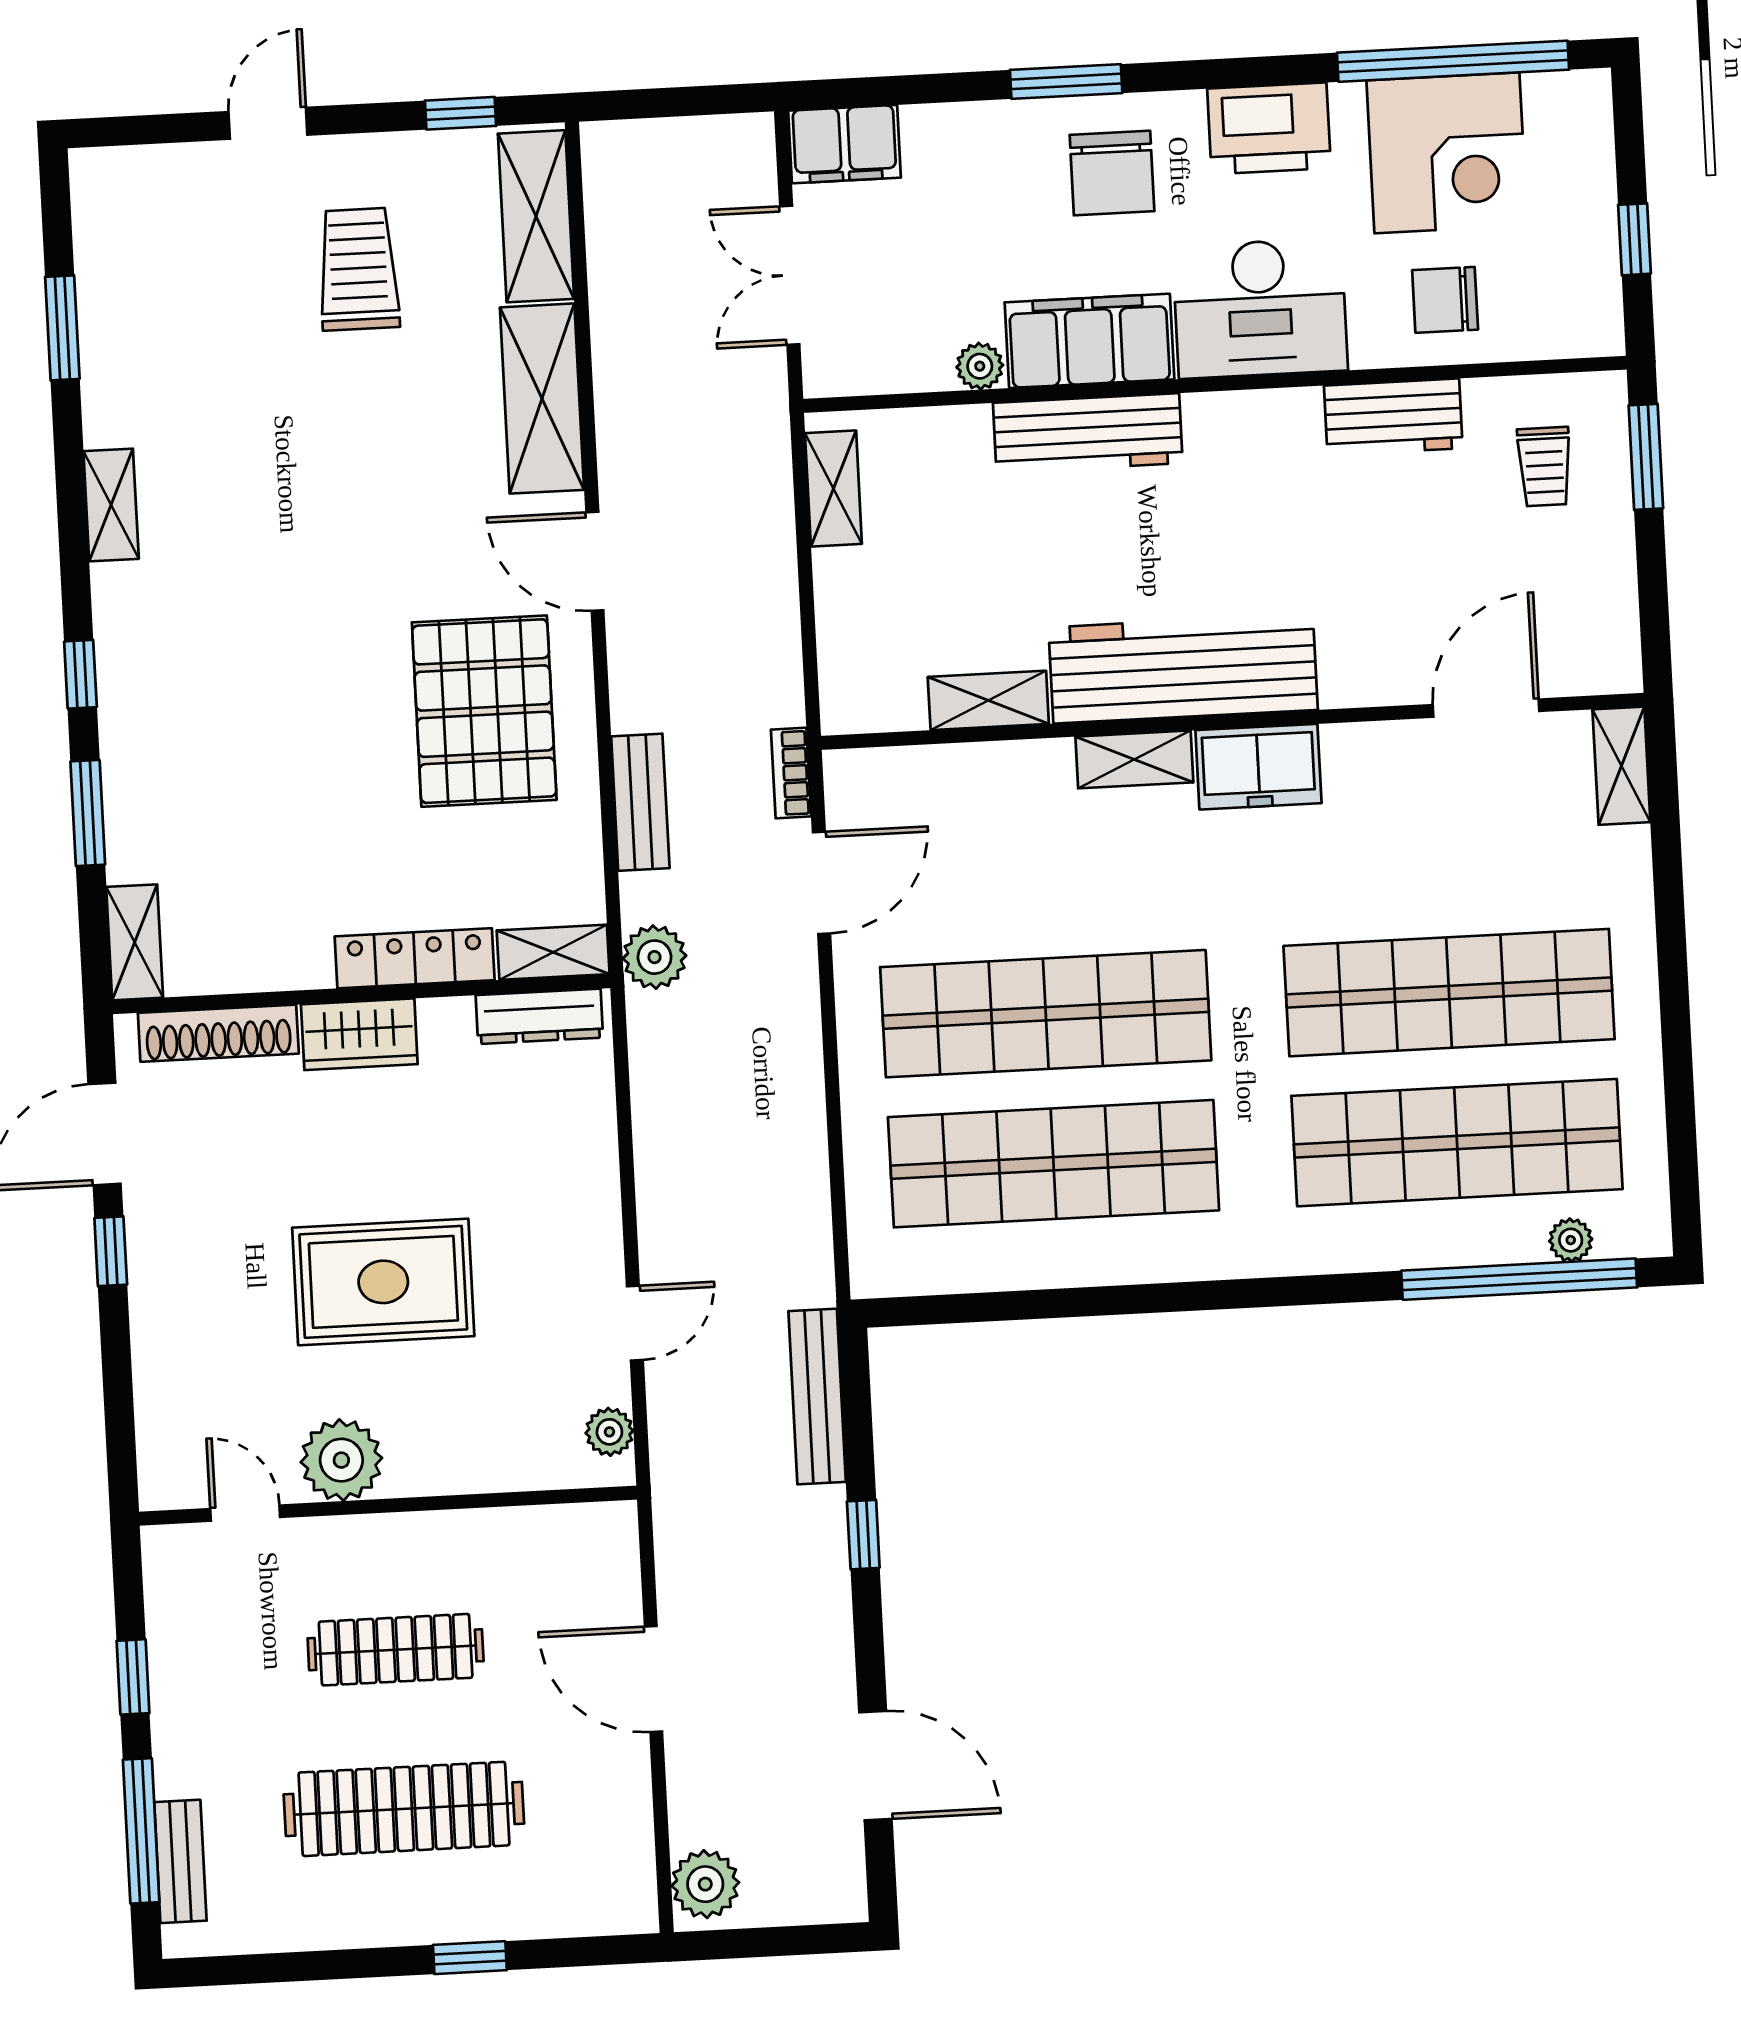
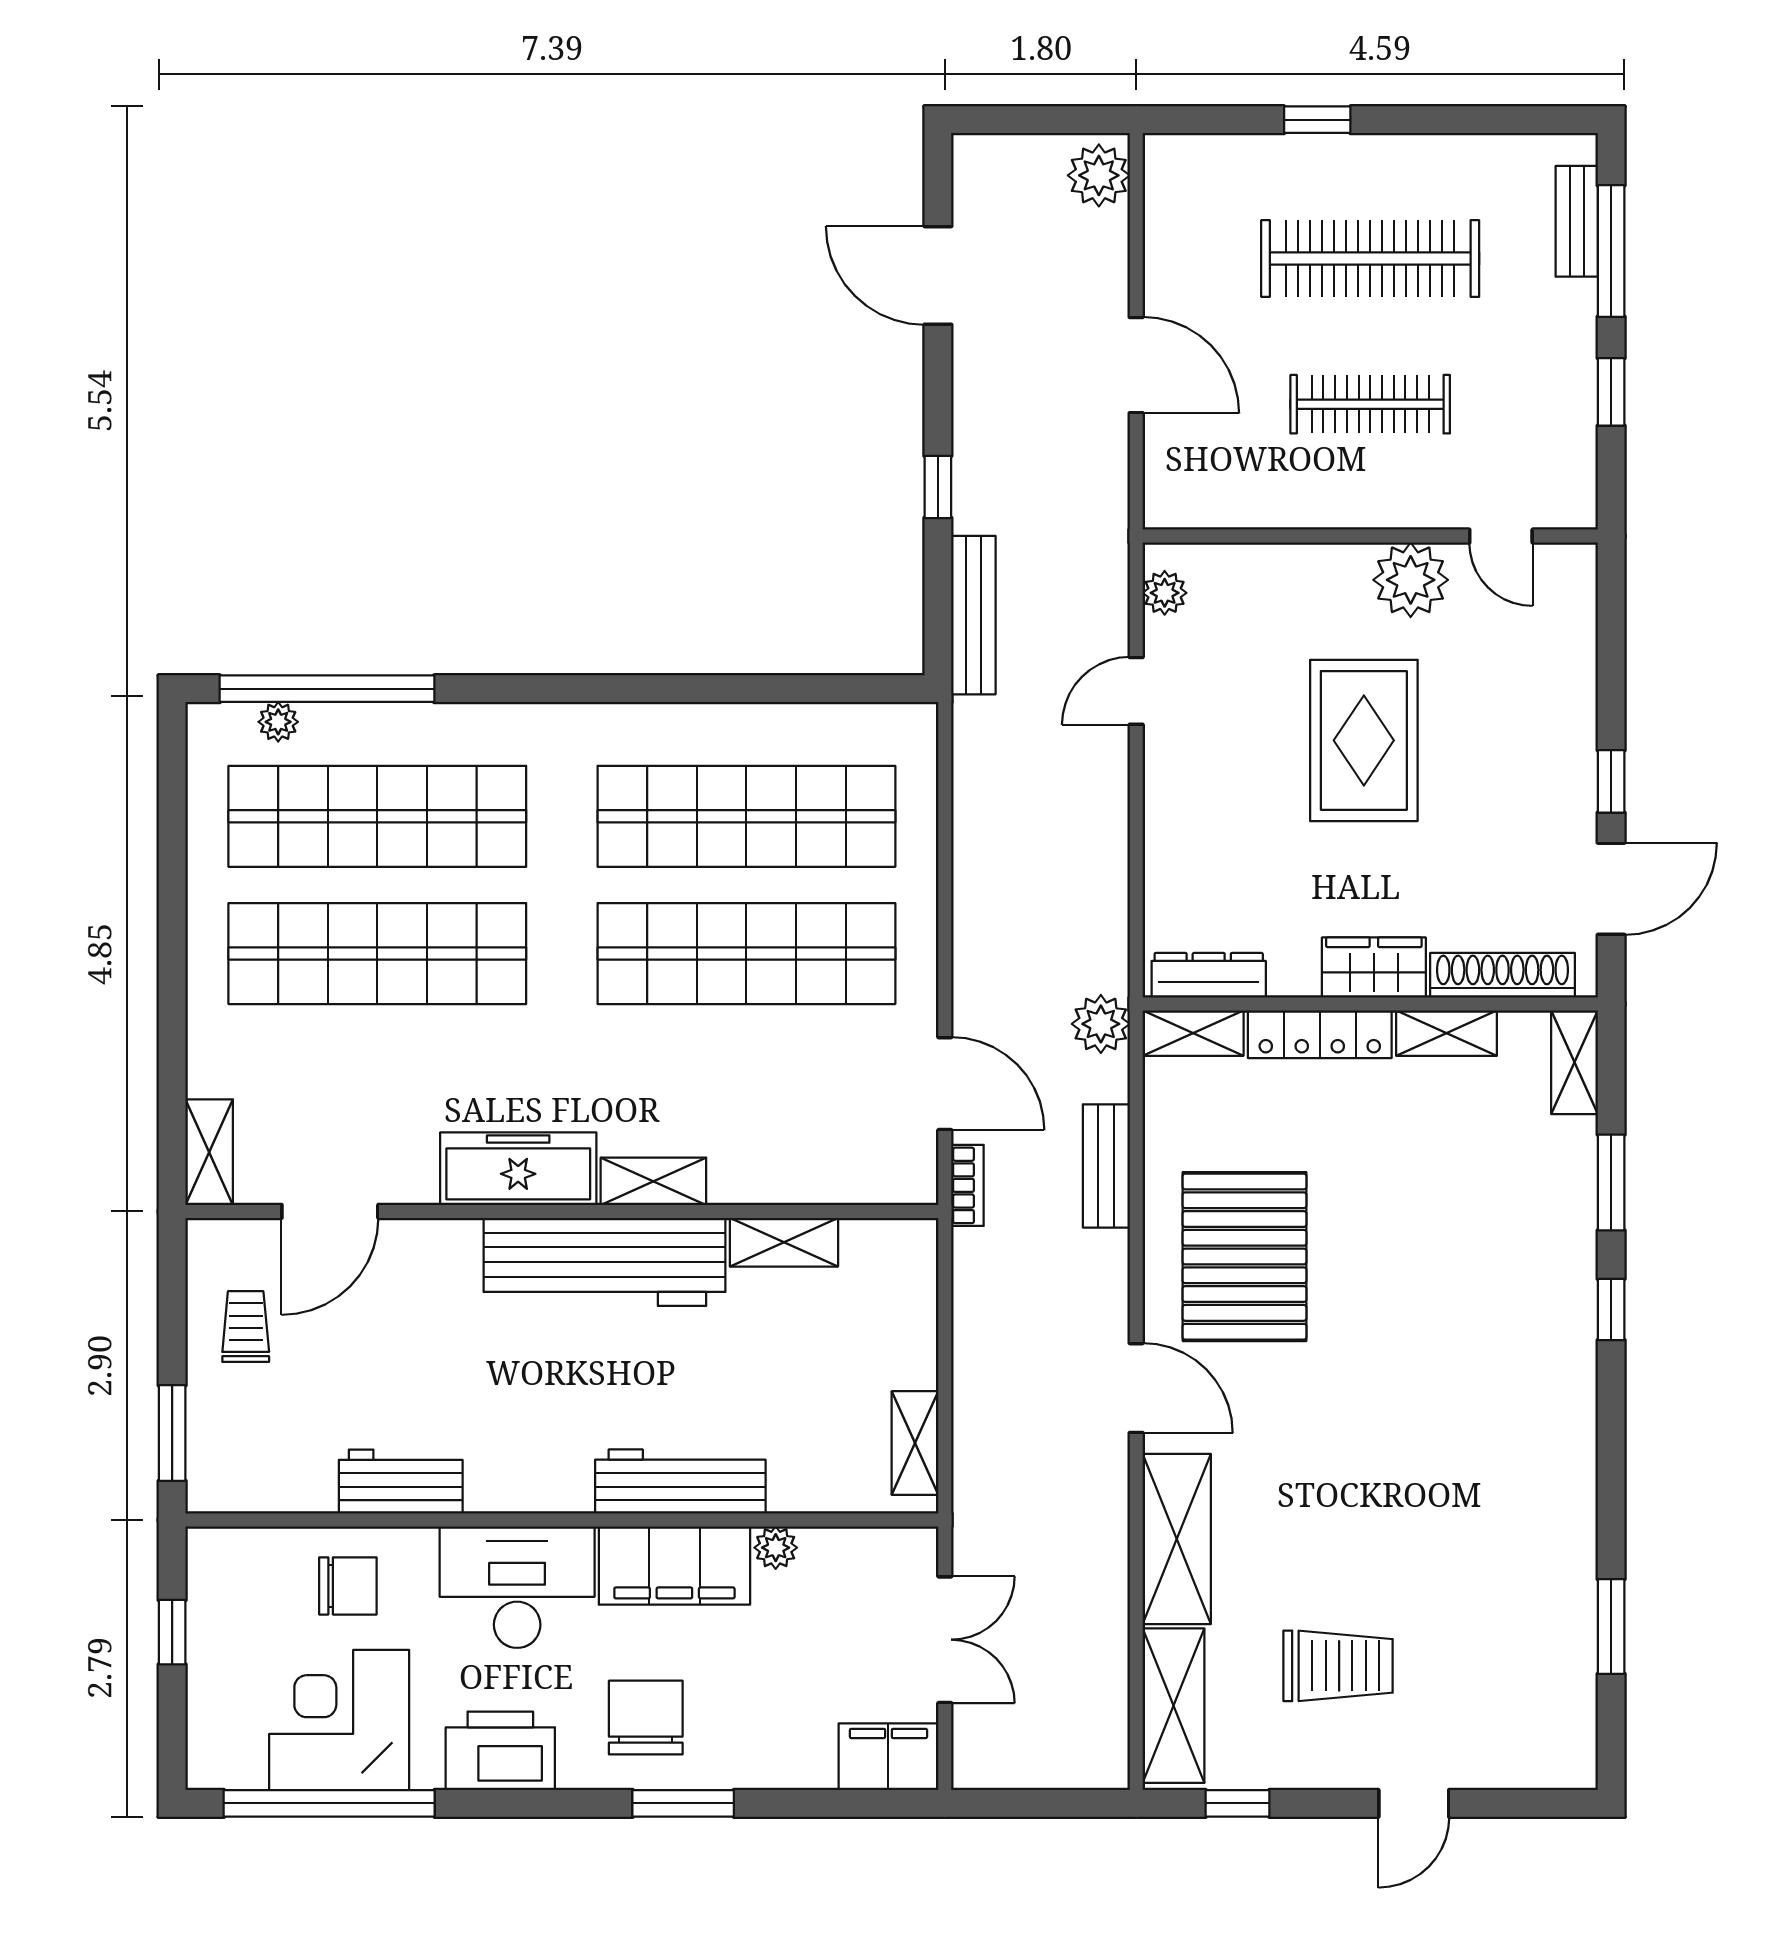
trolley: (358, 269) -> (1338, 1666), turned -90
trolley: (1544, 467) -> (246, 1327), moved
shelving: (111, 505) -> (1446, 1033), moved, turned 90
freezer: (1258, 767) -> (518, 1169), width x1.40
door: (822, 883) -> (945, 1084), swing flipped
rug: (383, 1282) -> (1364, 740), turned 90

